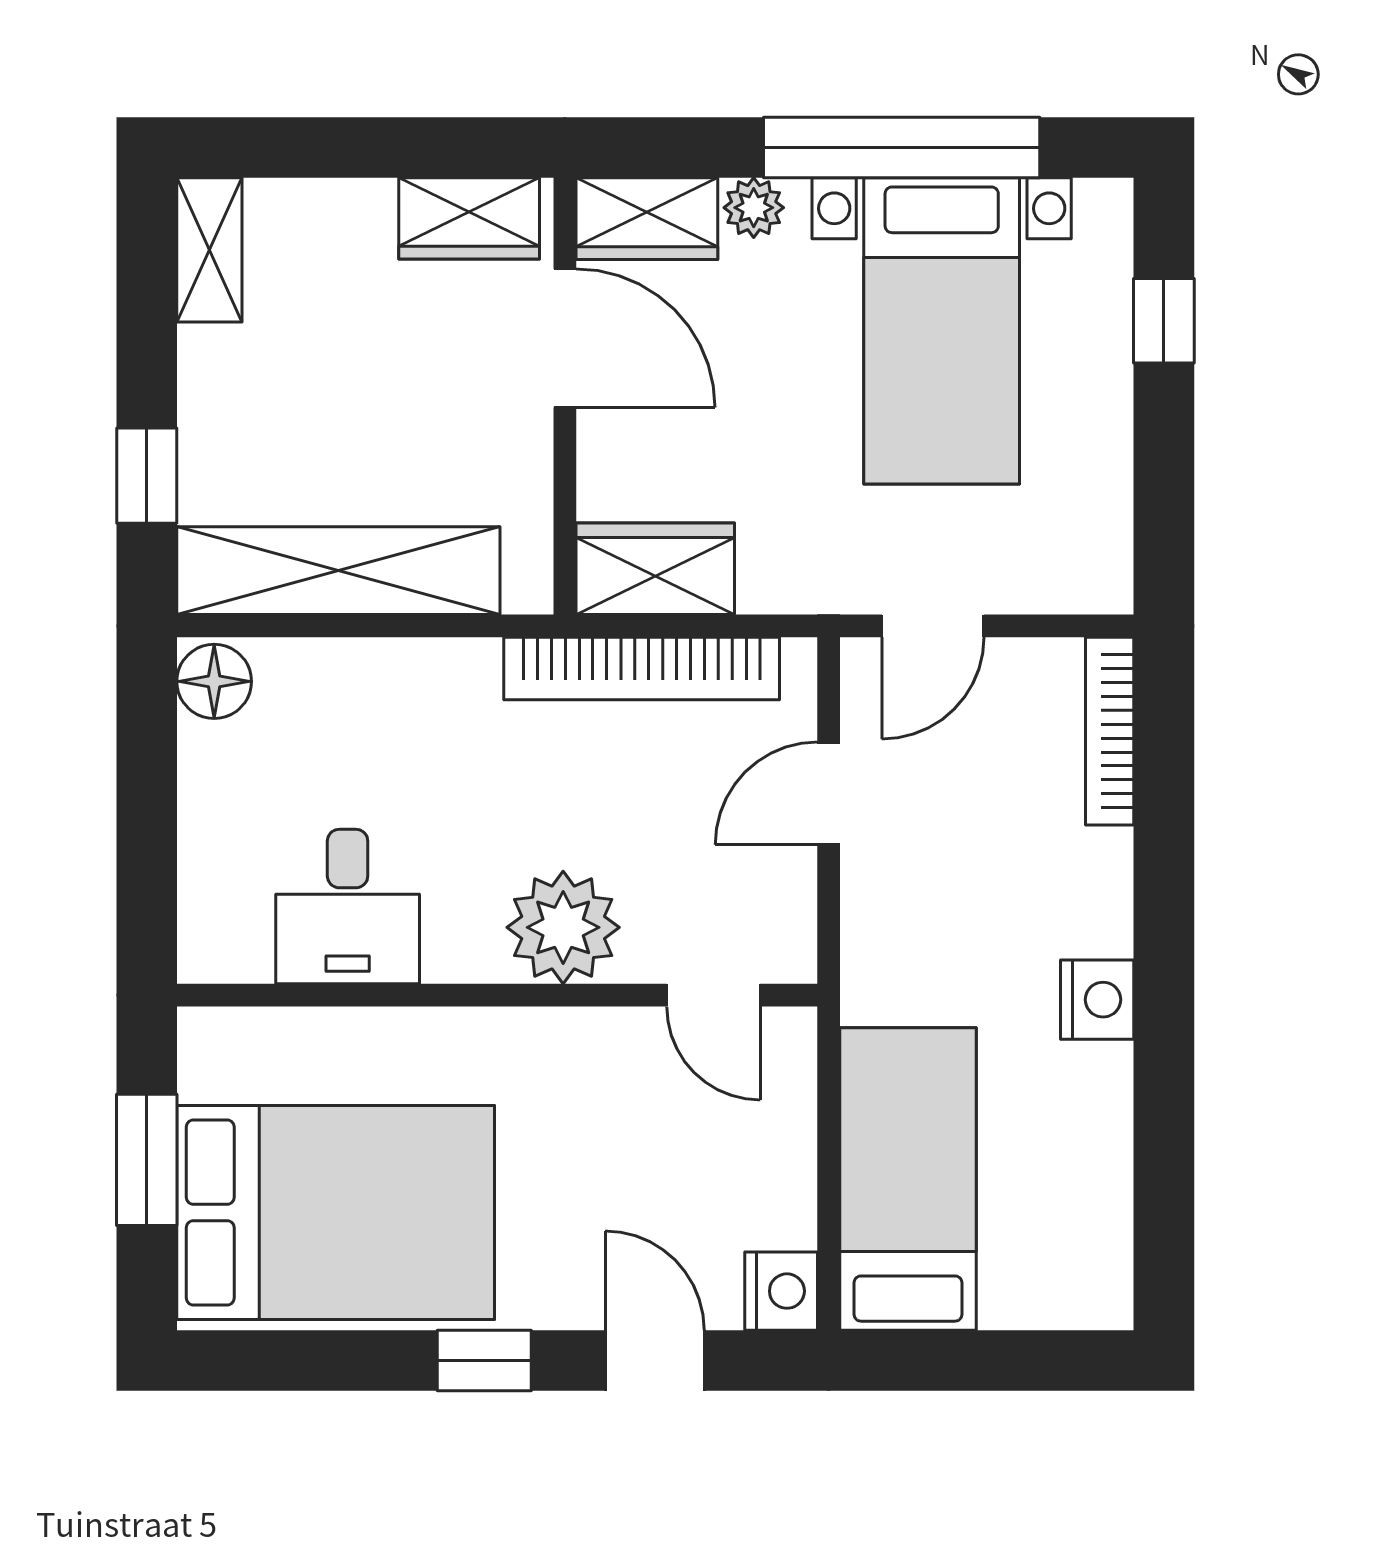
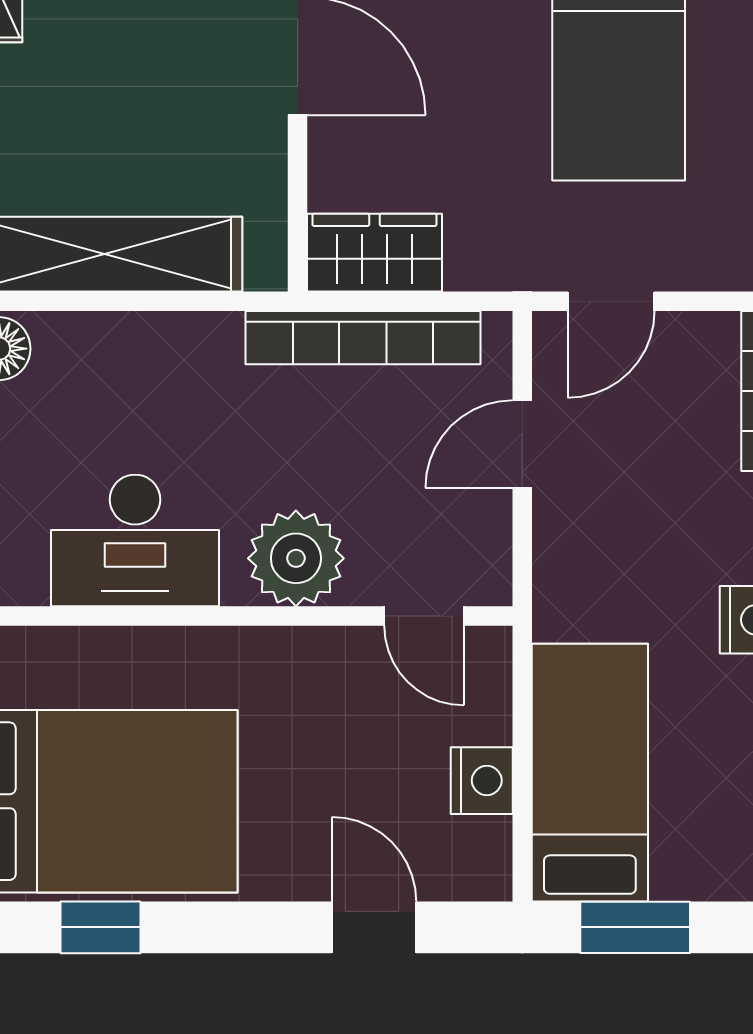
desk: (348, 906) -> (135, 540), width x1.37
nightstand: (781, 1291) -> (482, 781), moved
window: (484, 1361) -> (101, 927), moved
window: (961, 1361) -> (635, 927), added

